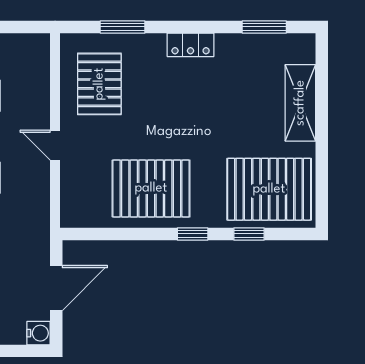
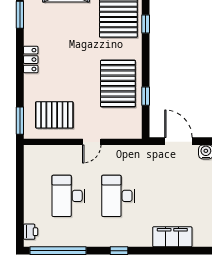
window: (123, 27) -> (20, 121), moved
window: (193, 234) -> (146, 96), moved

